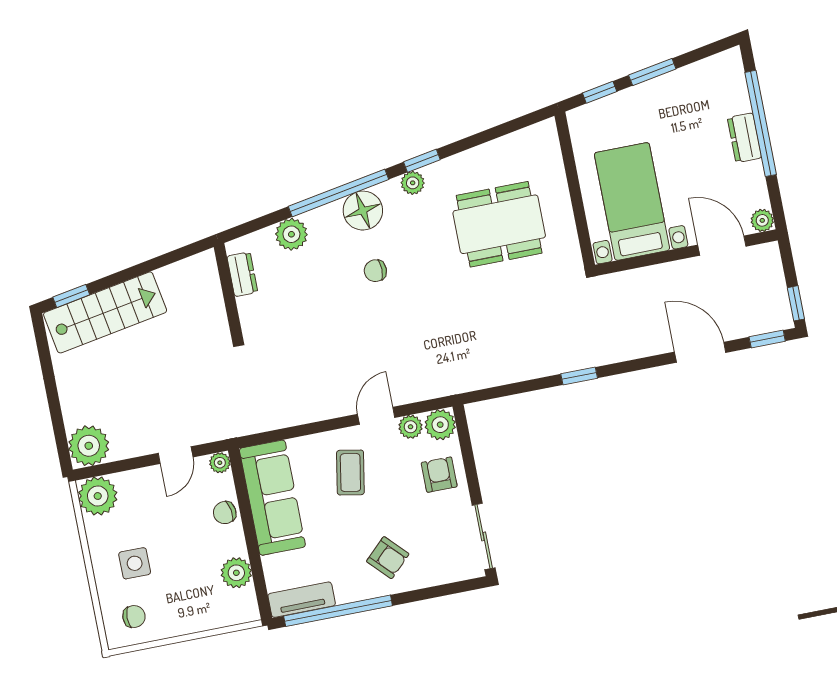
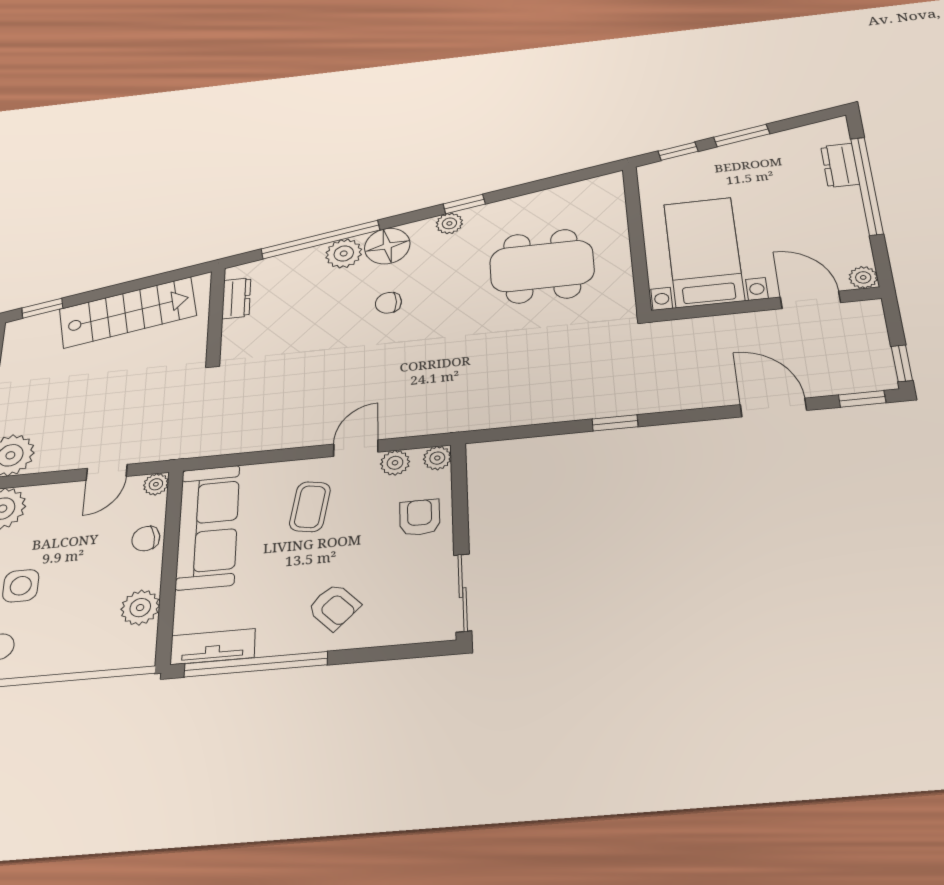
dresser: (744, 138) -> (840, 165), moved
window: (338, 193) -> (320, 240), moved
plant: (291, 234) -> (344, 253), moved
stairs: (105, 312) -> (128, 312), moved
plant: (440, 425) -> (437, 458), width x0.73, depth x0.73

